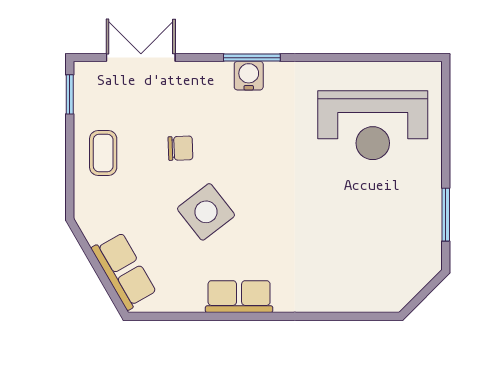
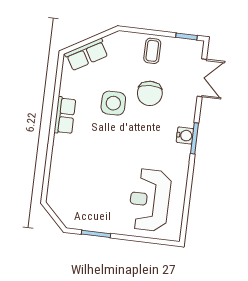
chair: (180, 148) -> (150, 93), width x1.87, depth x1.87
coffee table: (103, 153) -> (152, 51), turned 90
side table: (206, 212) -> (113, 103), turned 38

